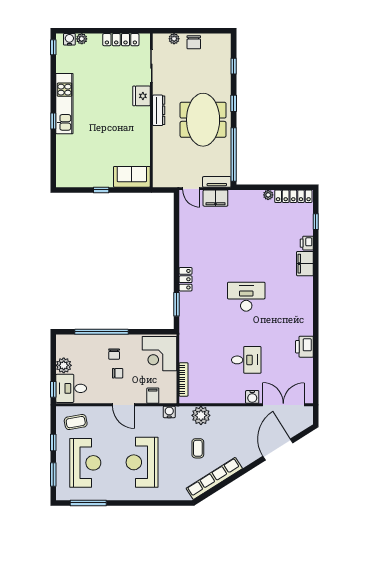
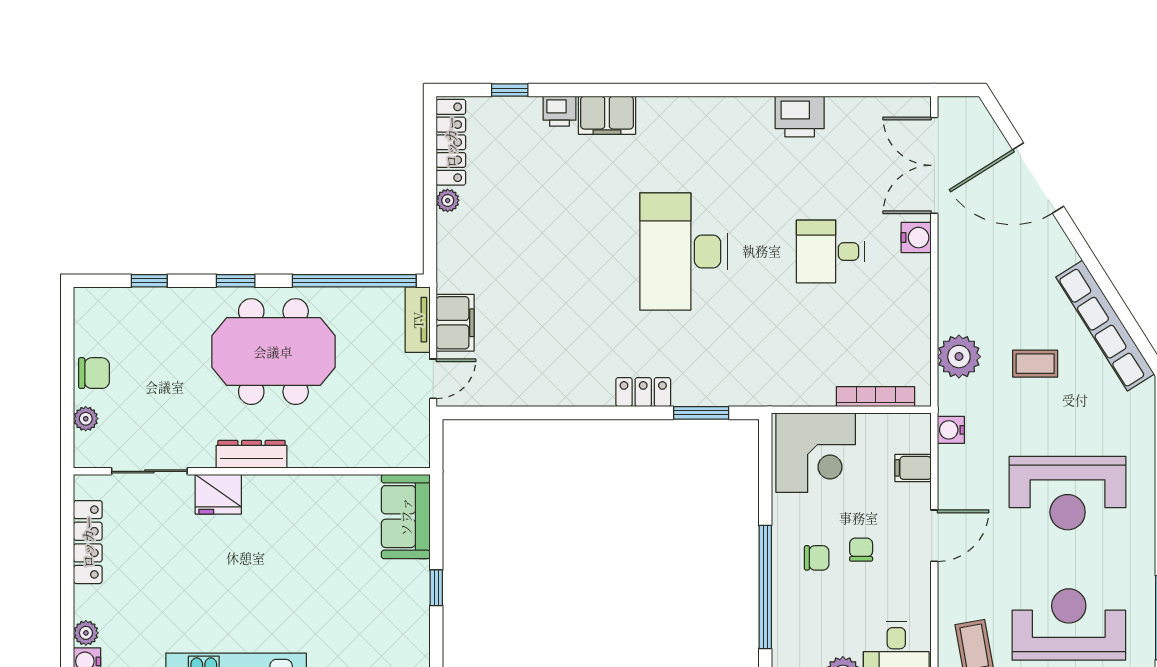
desk: (246, 297) -> (684, 251), width x1.36, depth x1.30
desk: (246, 360) -> (830, 251), turned -90

